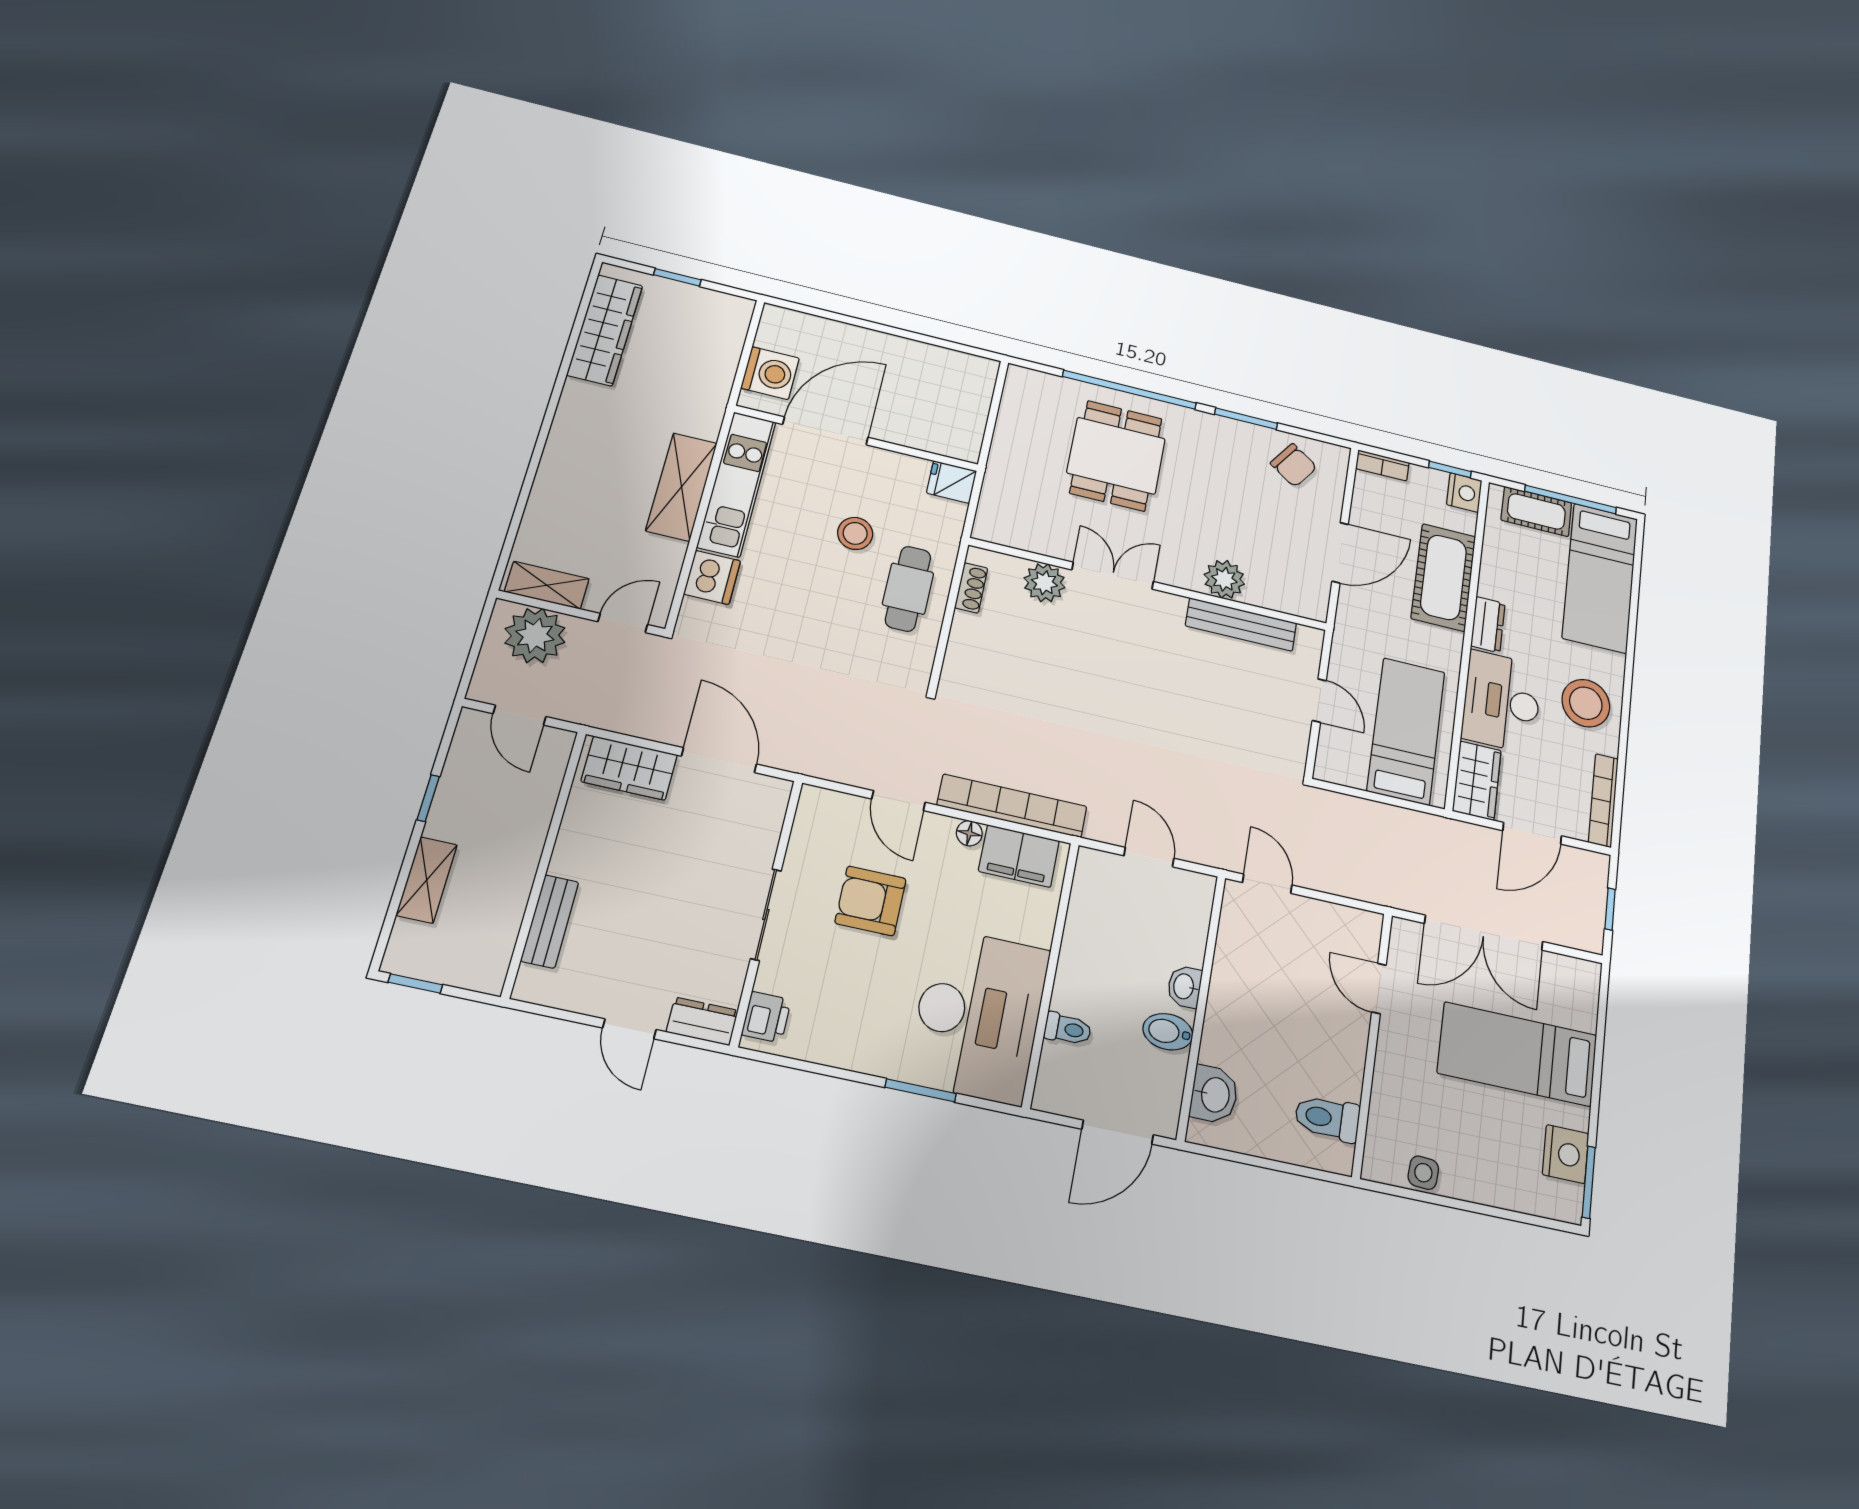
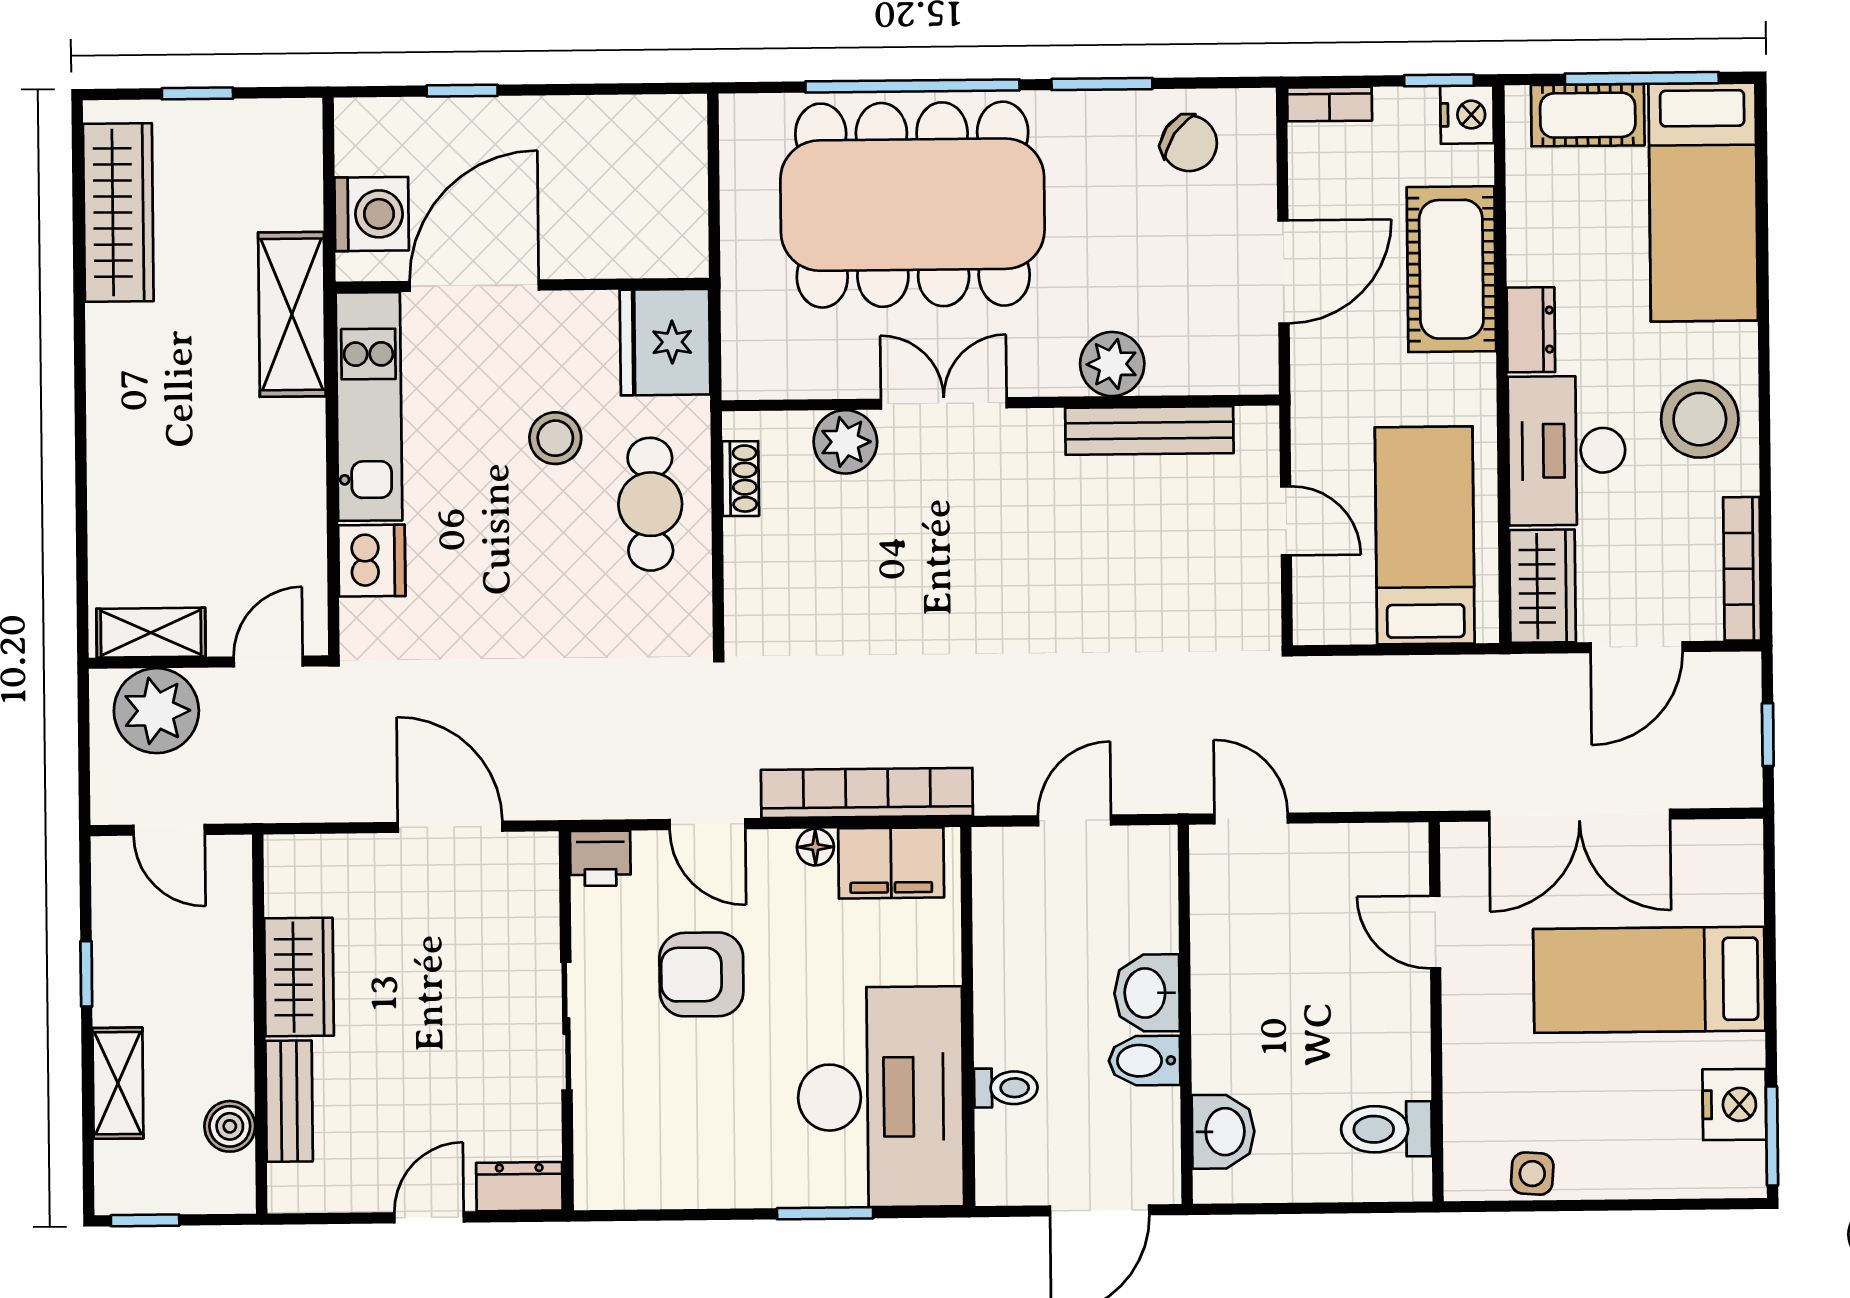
window: (847, 320) -> (462, 91), added
dining table: (1116, 456) -> (912, 205), width x1.88, depth x1.24
fridge: (952, 482) -> (665, 342), width x1.88, depth x1.34
shelving: (682, 487) -> (292, 314), moved
wardrobe: (629, 768) -> (299, 977), moved, turned -90
door: (1149, 857) -> (1075, 820), hinge flipped
boiler: (500, 930) -> (230, 1126), added
washbasin: (1184, 987) -> (1147, 993), width x1.38, depth x1.45
printer: (766, 1017) -> (600, 858), moved, turned 90
door: (629, 1029) -> (429, 1217), swing flipped

